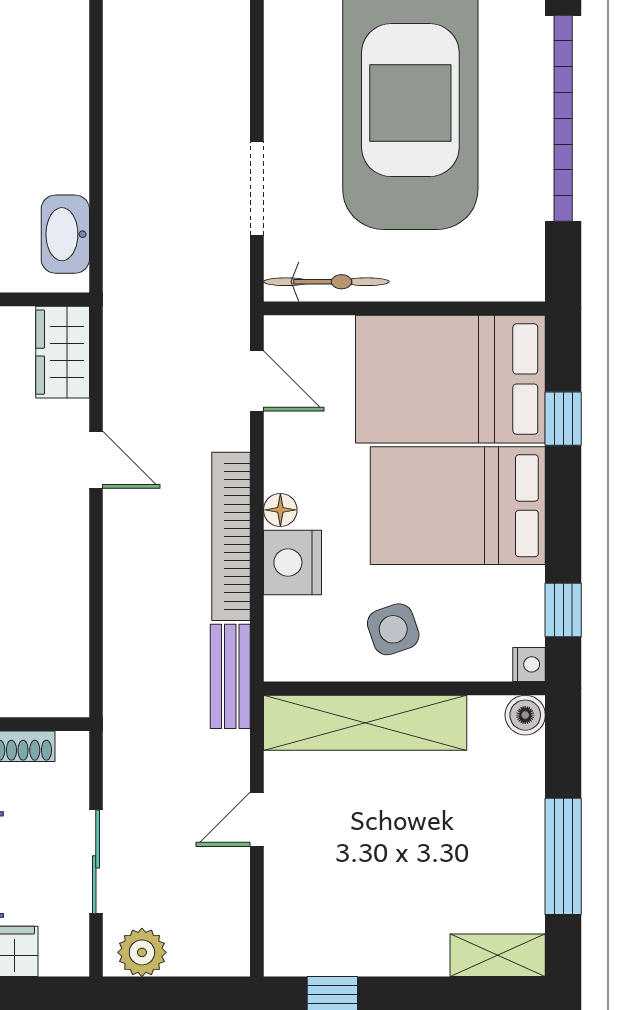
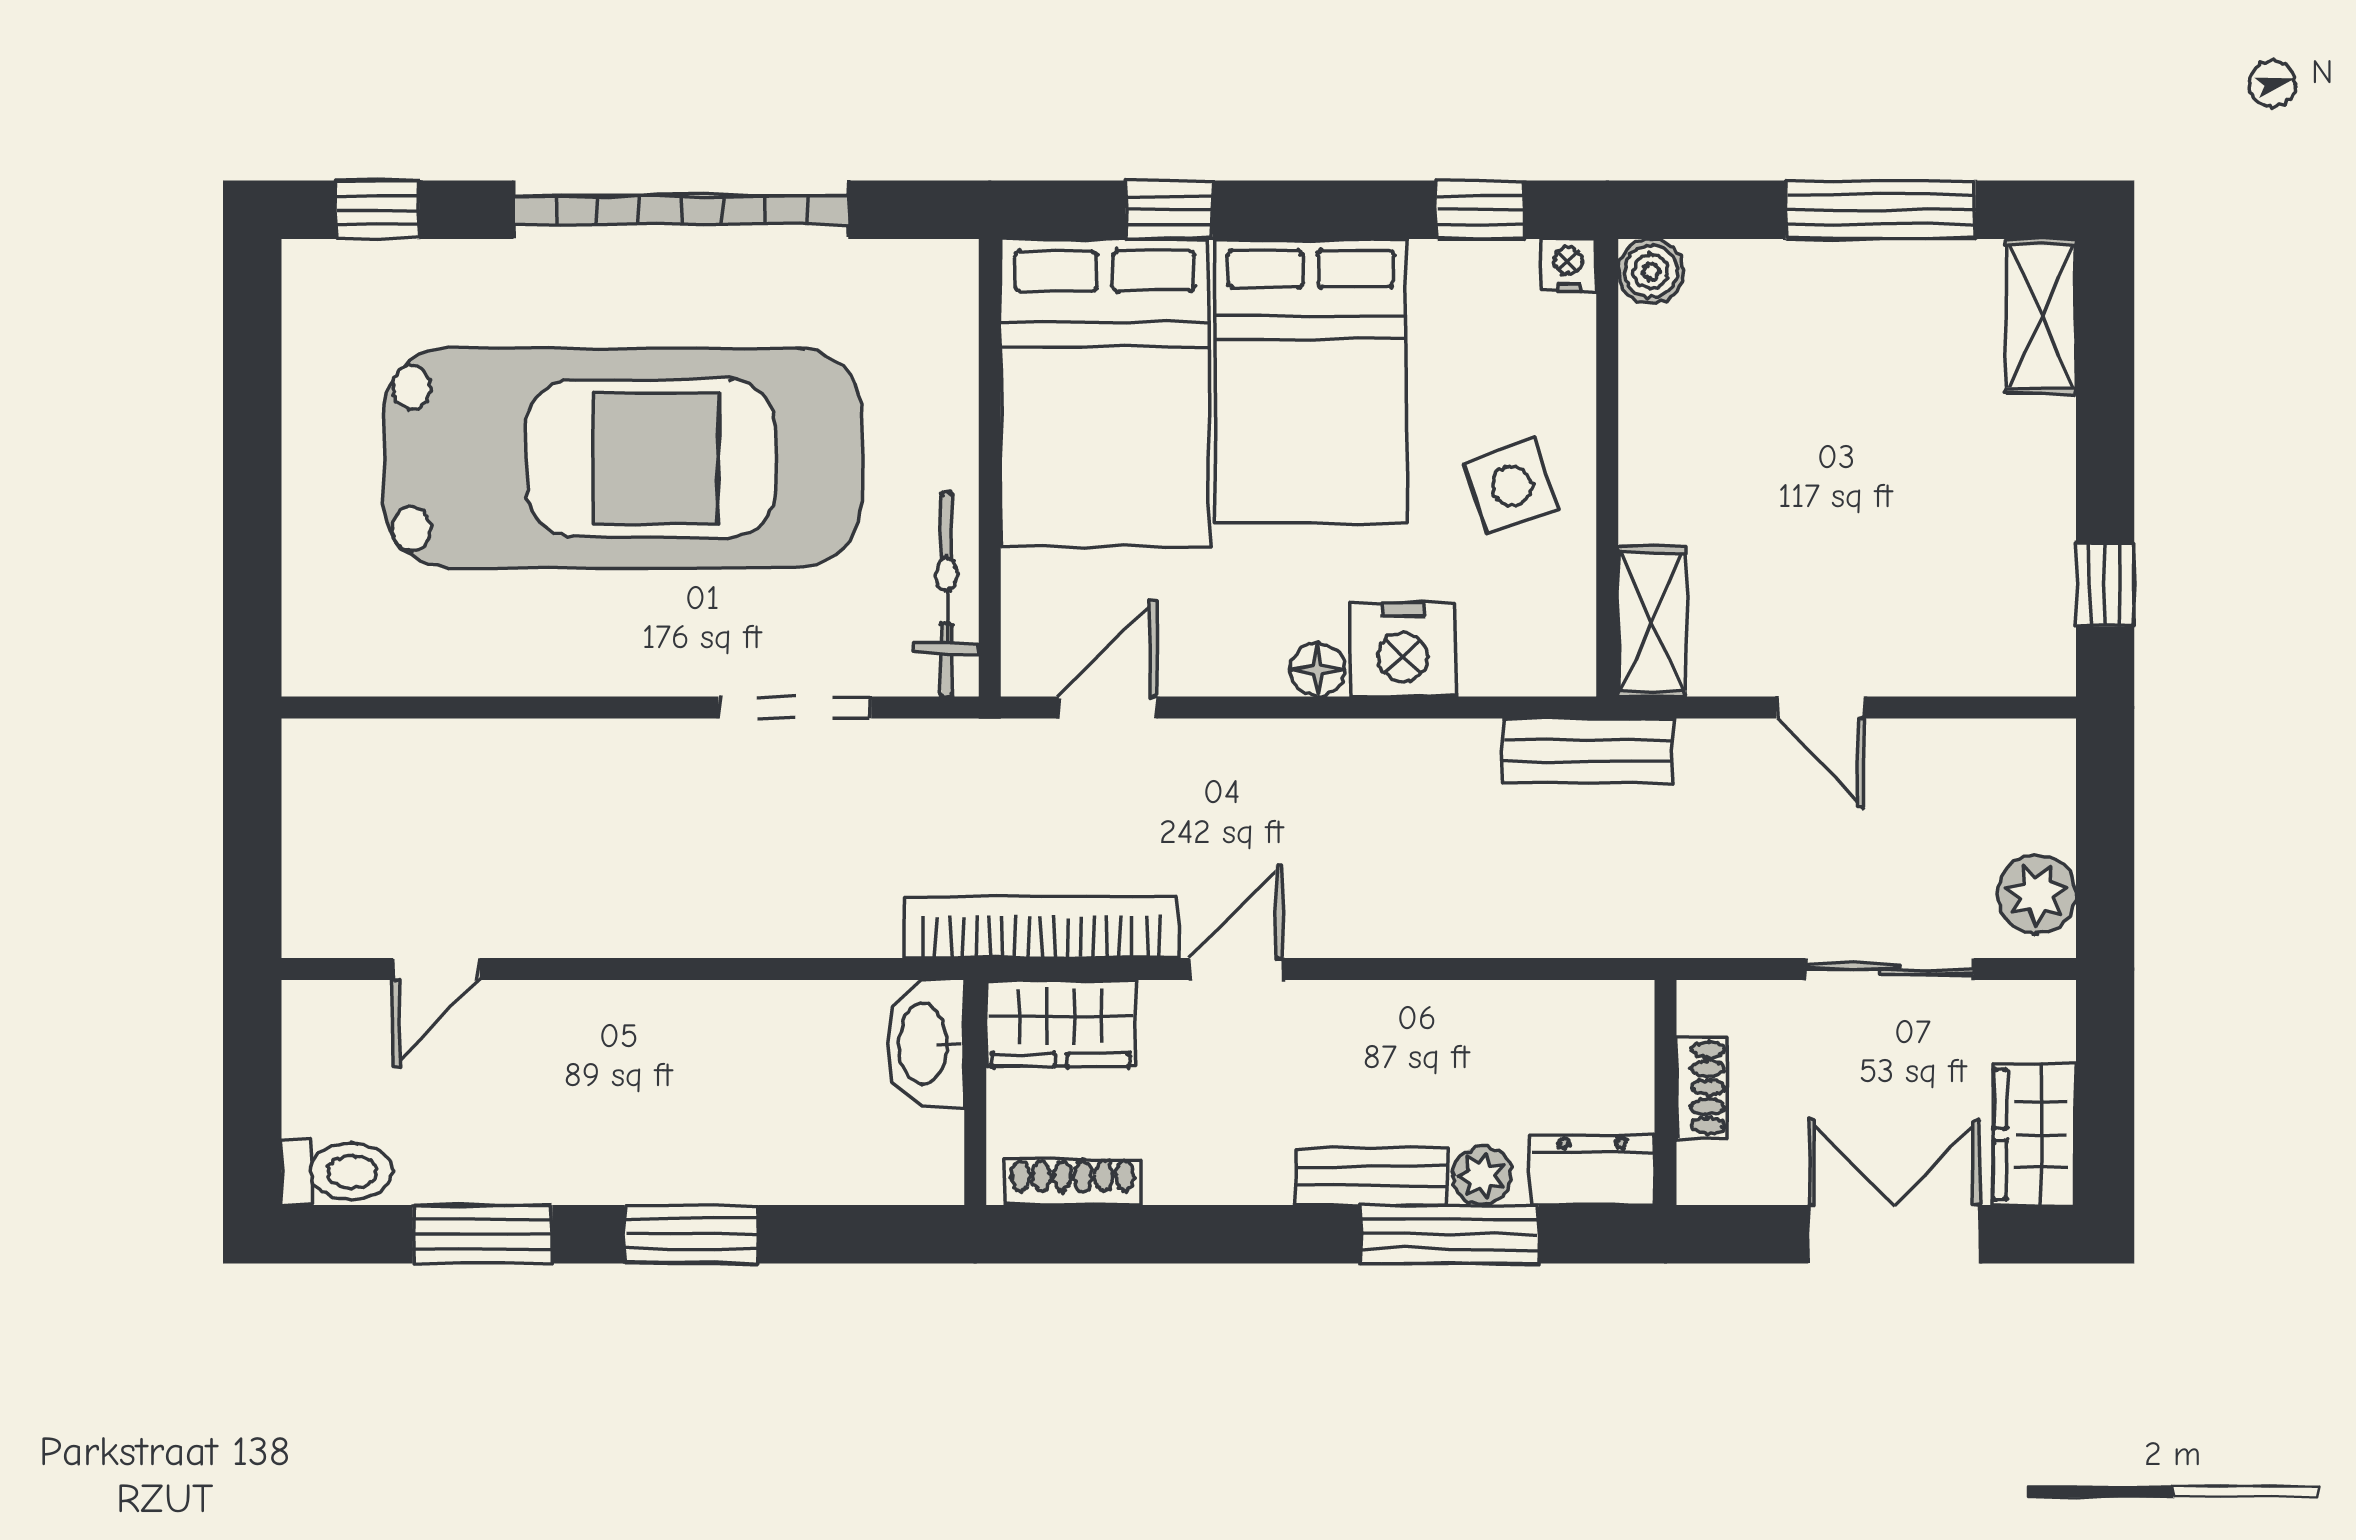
washbasin: (65, 234) -> (925, 1044), moved, turned 90
bookcase: (231, 536) -> (1041, 927), moved, turned 180
shelving: (365, 723) -> (1652, 622), width x0.45, depth x0.75

